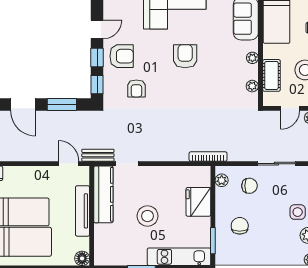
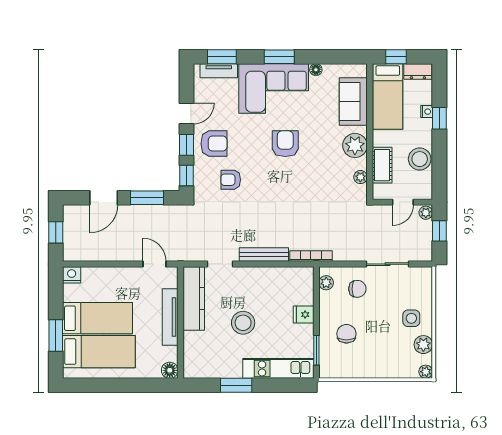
plant: (252, 58) -> (355, 145), width x1.87, depth x1.87
armchair: (136, 88) -> (231, 180), turned 90
door: (23, 105) -> (104, 198), hinge flipped
bench: (98, 155) -> (264, 255), moved, width x1.36
fridge: (198, 202) -> (304, 315), width x0.53, depth x0.75

